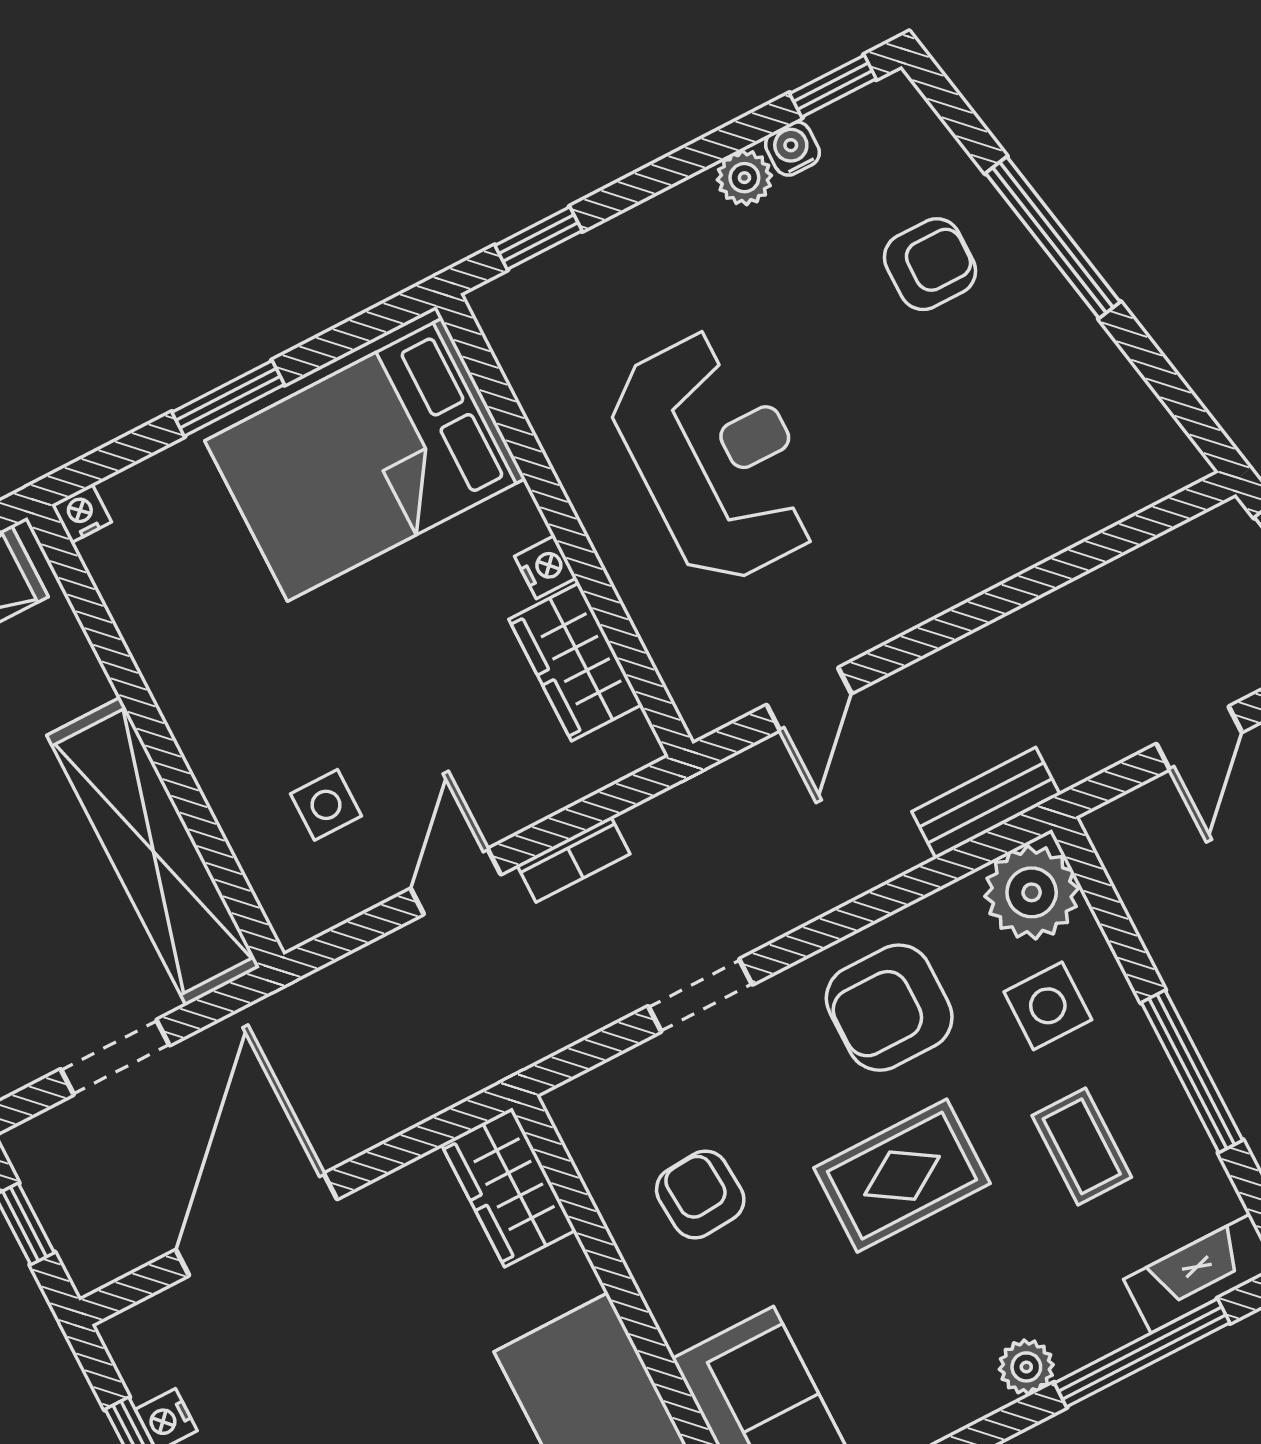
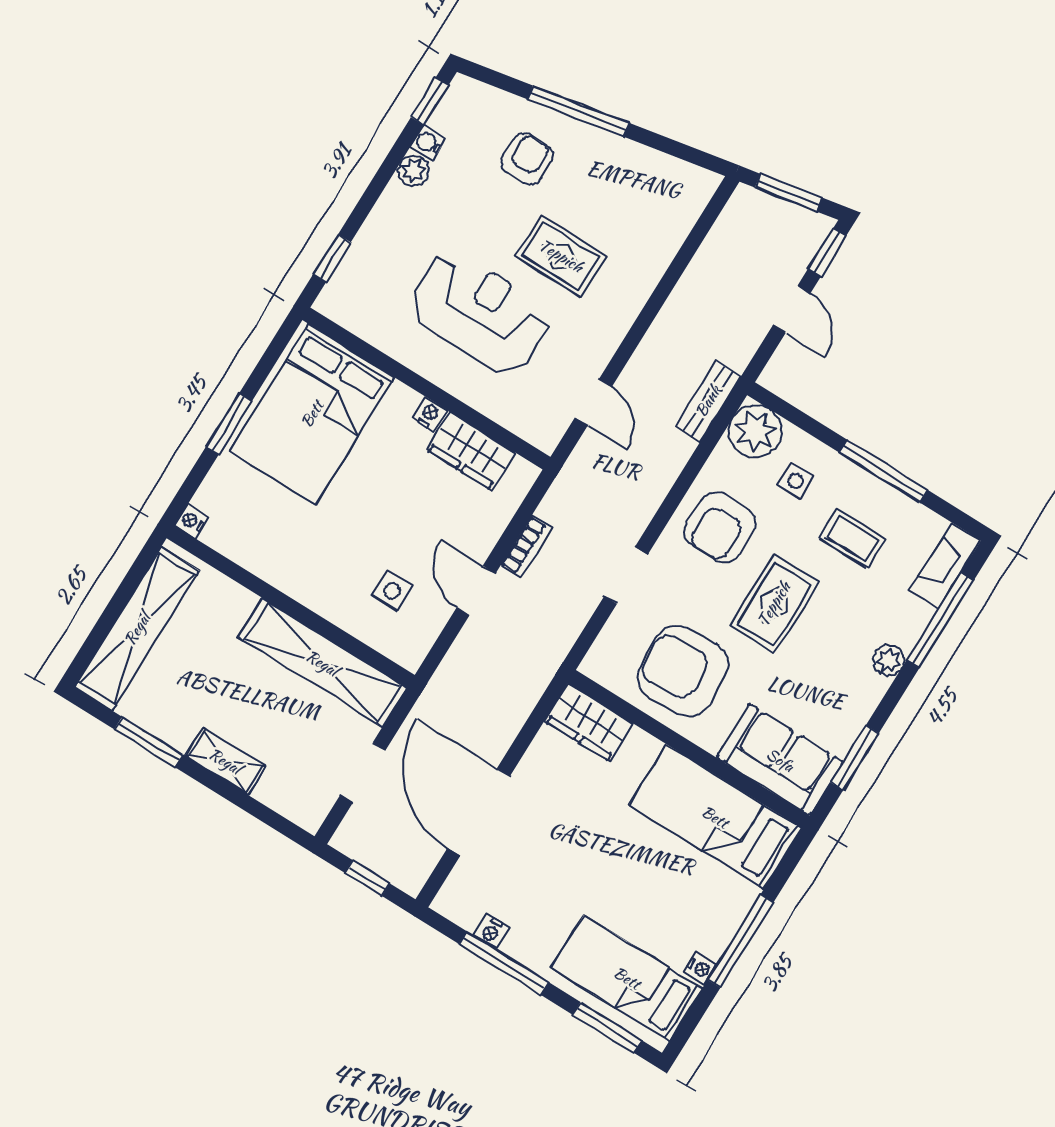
rug: (893, 445) -> (561, 256), added
side table: (1048, 1006) -> (796, 481), width x0.73, depth x0.73
armchair: (700, 1194) -> (683, 671), width x1.88, depth x1.88

